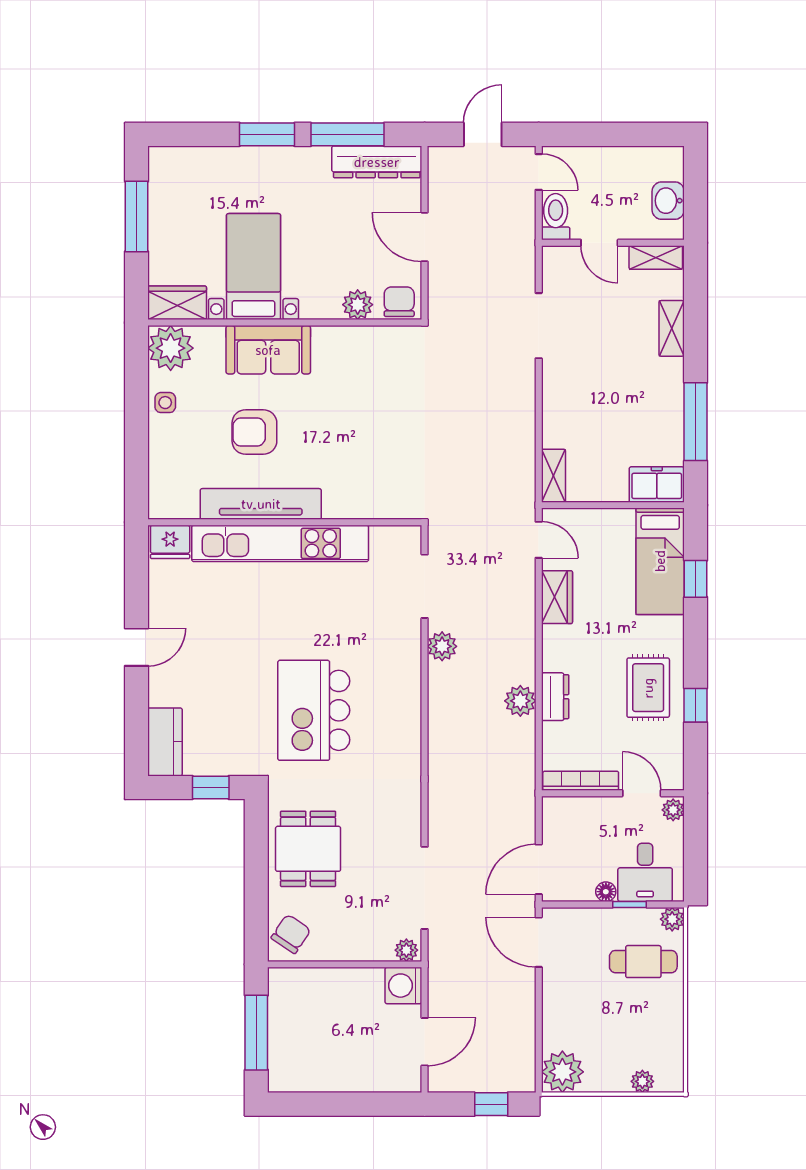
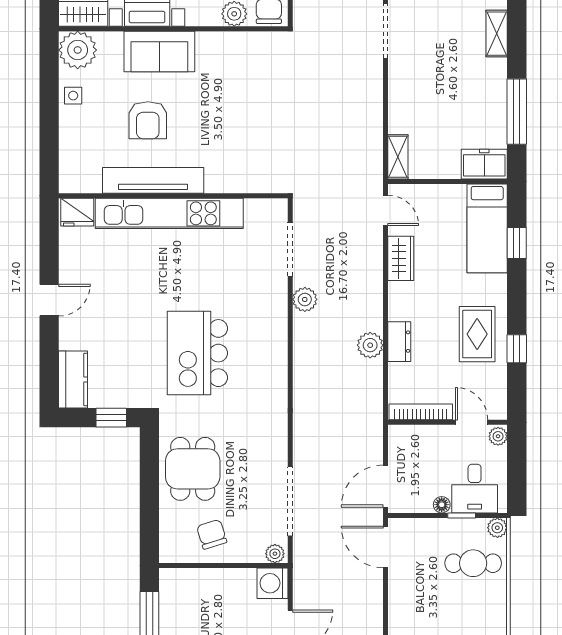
armchair: (254, 432) -> (148, 120), turned -90
chair: (291, 934) -> (212, 534), moved, turned -51

